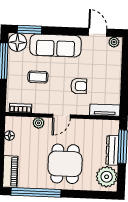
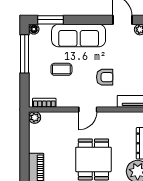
floor lamp: (17, 42) -> (34, 29), width x0.53, depth x0.53
plant: (39, 123) -> (35, 118), moved
floor lamp: (9, 136) -> (34, 132), removed

